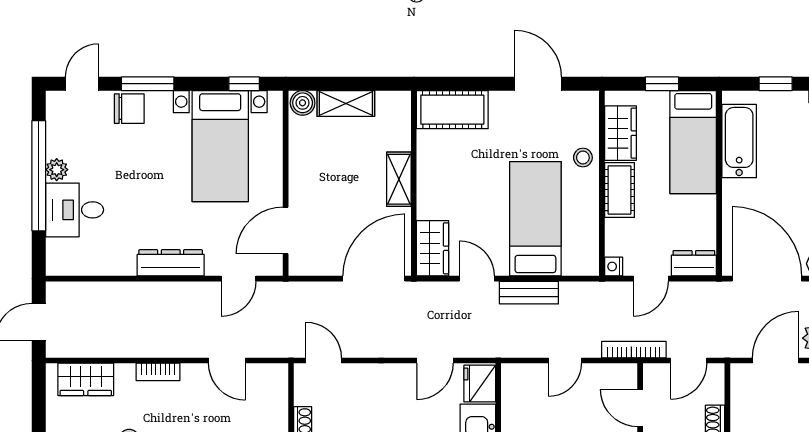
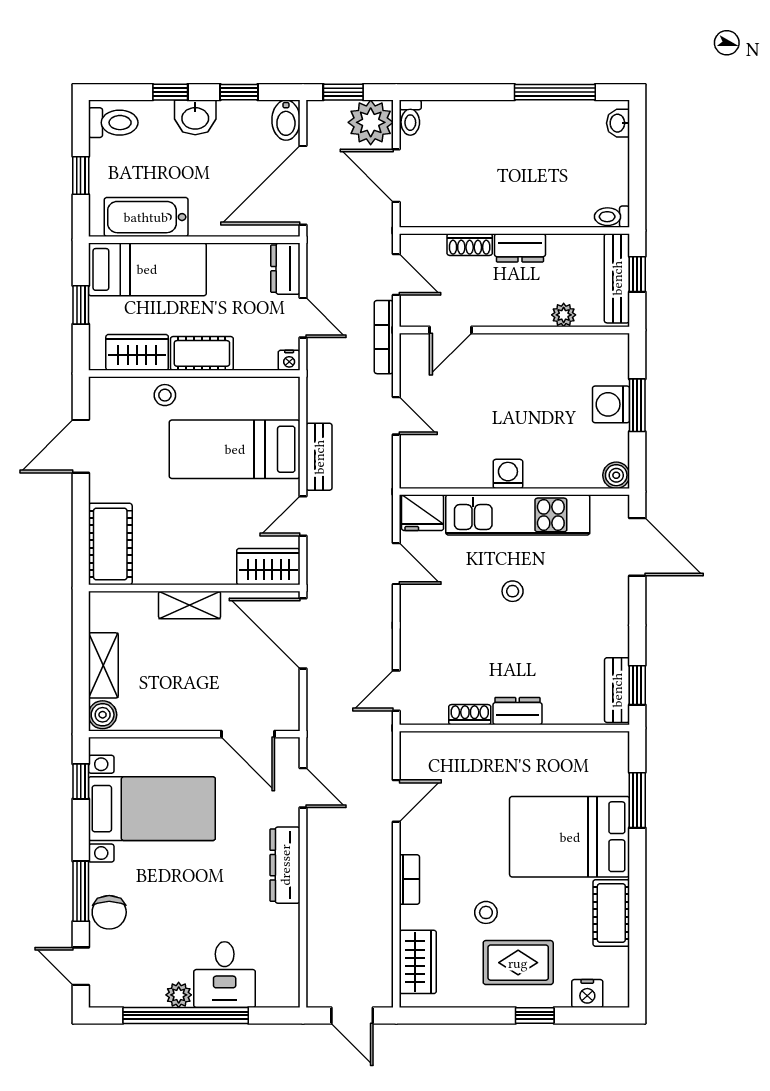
chair: (129, 109) -> (109, 912), turned 180

